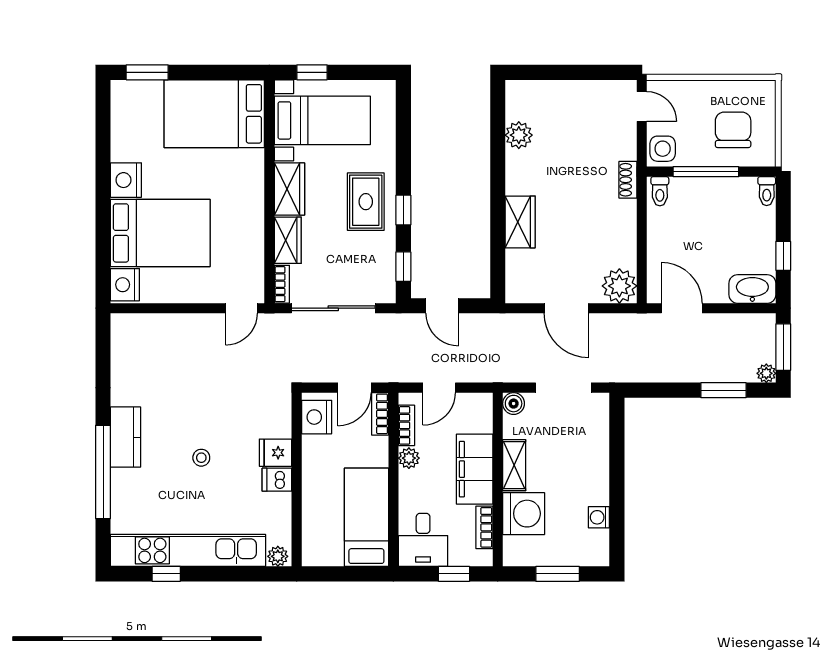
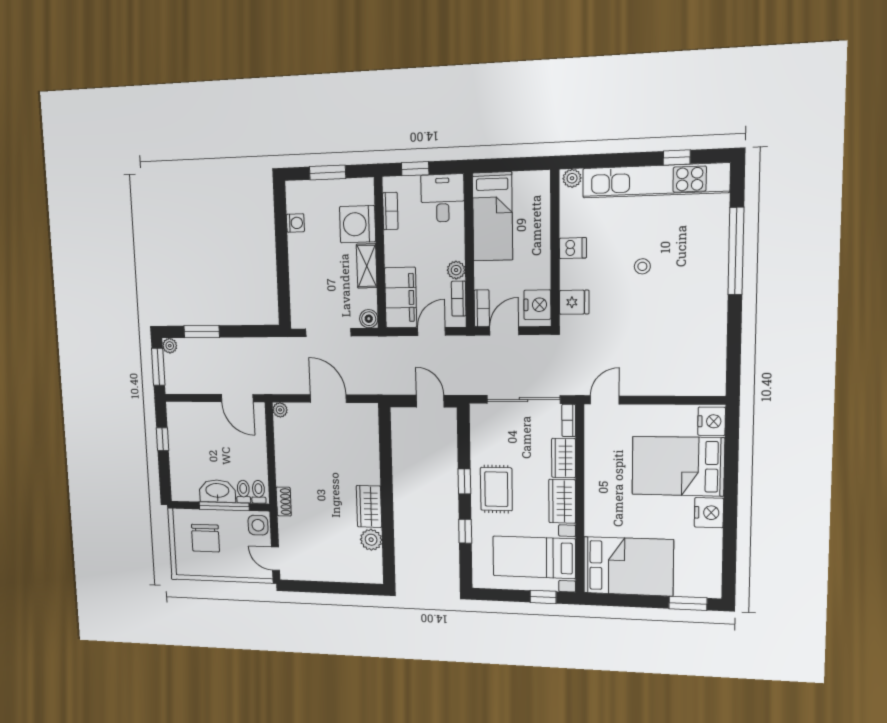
toilet: (767, 191) -> (243, 492), moved
wardrobe: (520, 222) -> (369, 506), moved
window: (403, 267) -> (465, 531), moved
plant: (619, 286) -> (280, 410), width x0.53, depth x0.53
washbasin: (752, 289) -> (217, 491), moved, turned 180
kitchen counter: (126, 437) -> (714, 284), removed
fridge: (275, 453) -> (574, 302), moved
filing cabinet: (475, 469) -> (401, 298), moved

